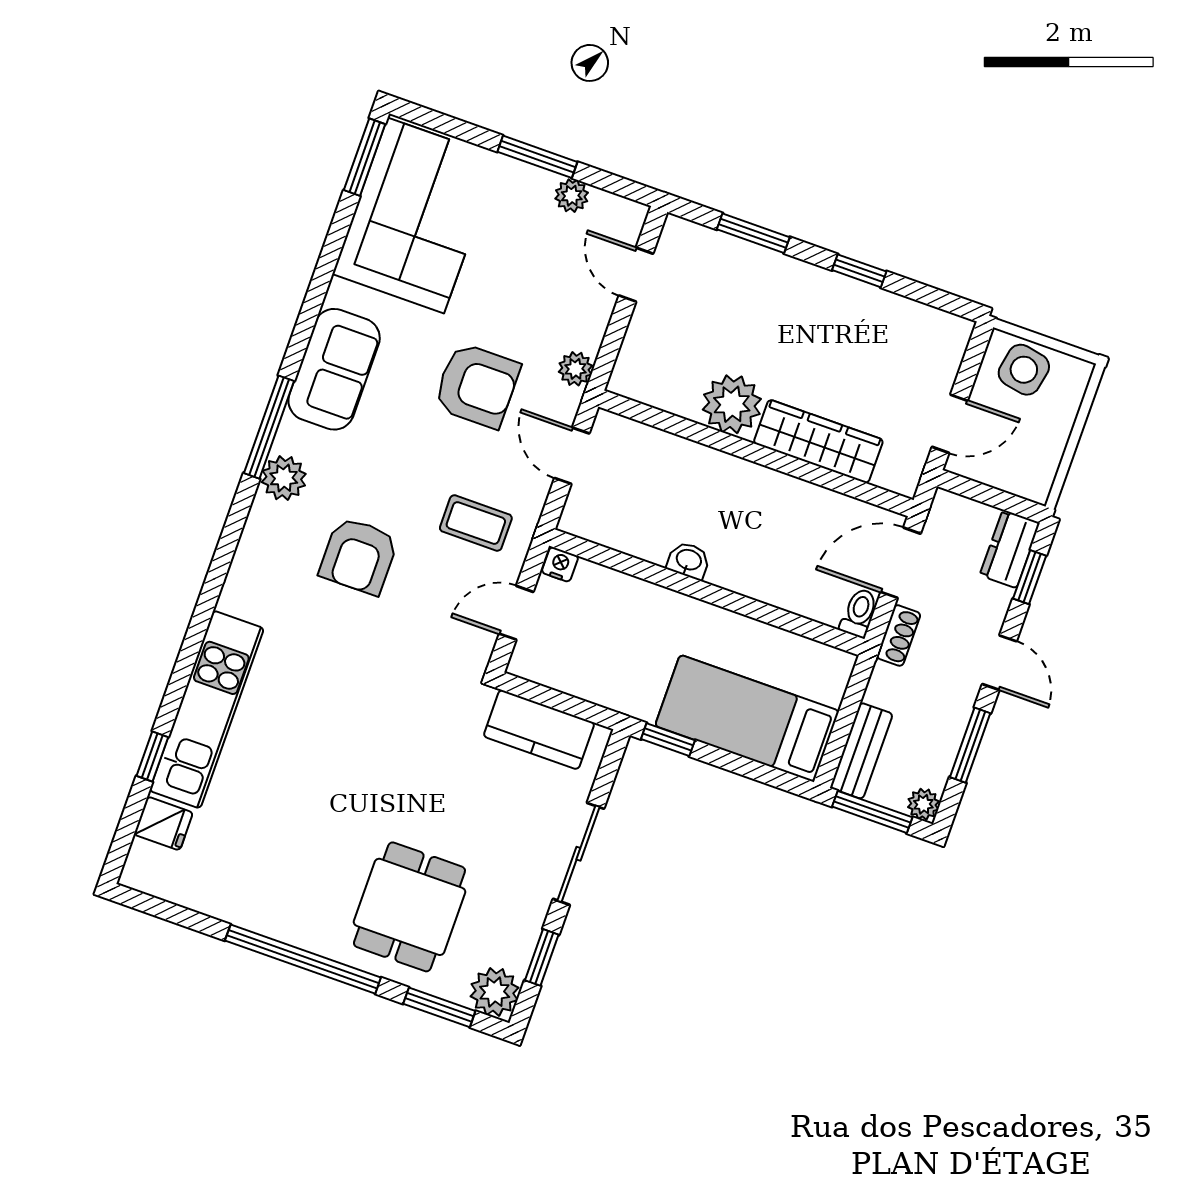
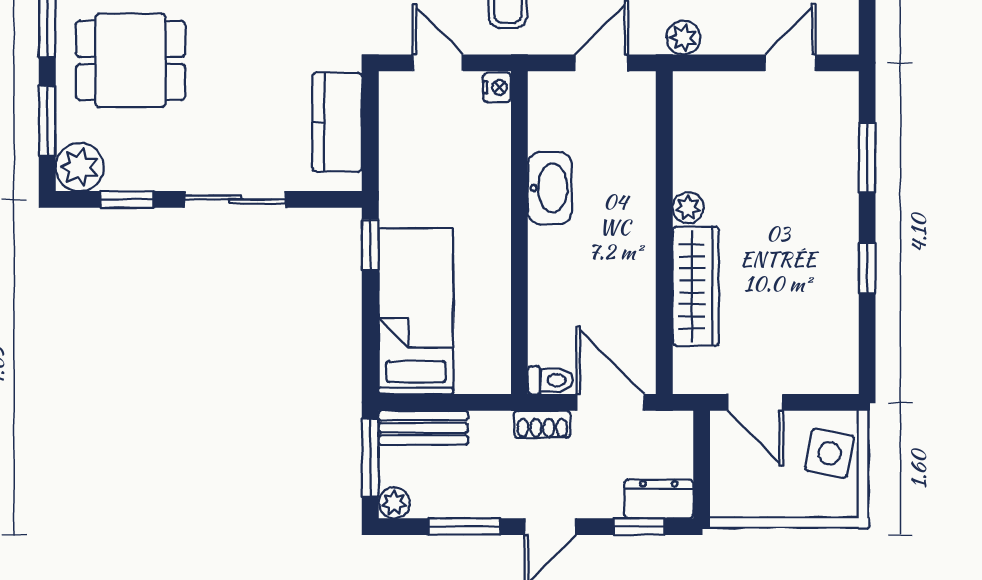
plant: (732, 404) -> (688, 208), width x0.53, depth x0.53
washbasin: (689, 561) -> (550, 188), width x1.91, depth x1.45

